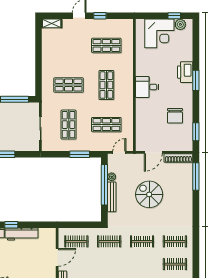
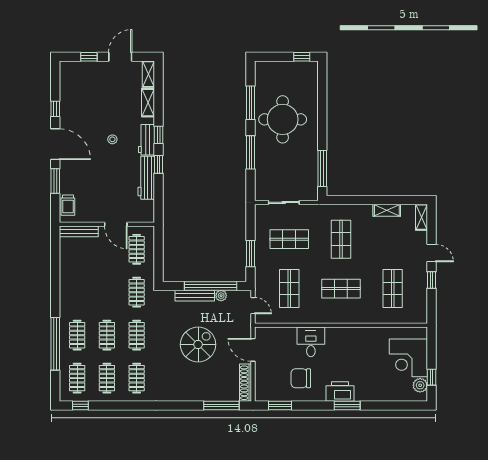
shelving: (46, 50) -> (387, 210), added
printer: (185, 72) -> (340, 392), moved
desk: (147, 87) -> (311, 342), moved
clothes rail: (142, 264) -> (107, 335), added

